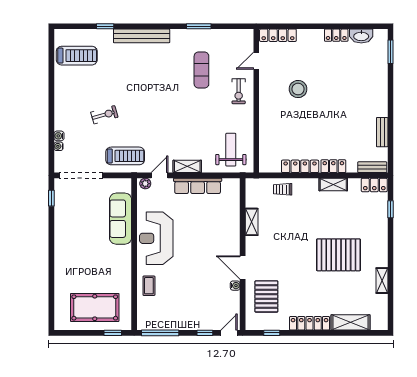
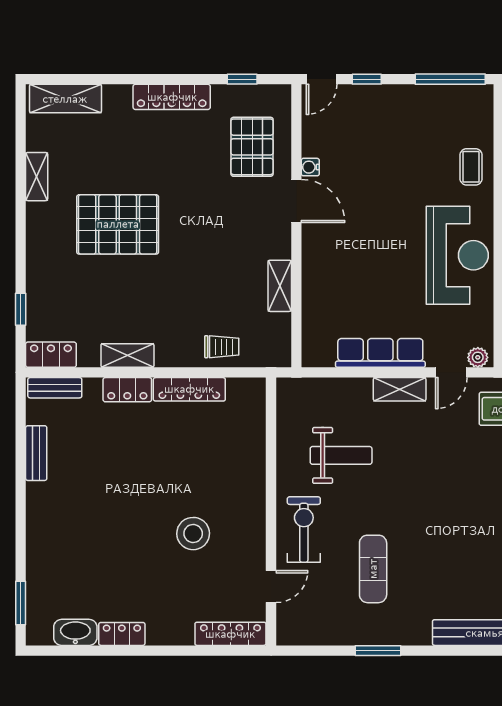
exercise bike: (239, 91) -> (304, 529), width x1.38, depth x1.39
weight bench: (231, 150) -> (341, 455), moved, turned -90
shelving: (351, 322) -> (65, 99), moved

